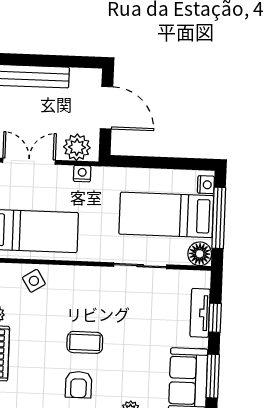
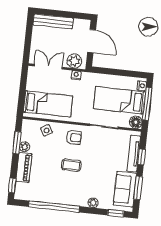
tv unit: (200, 313) -> (134, 154), width x1.41
armchair: (79, 385) -> (74, 137), moved, turned -90

